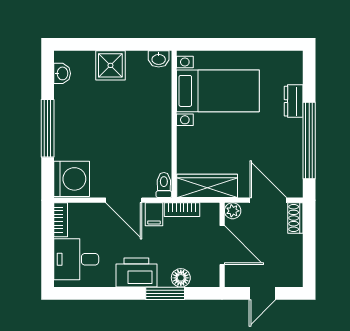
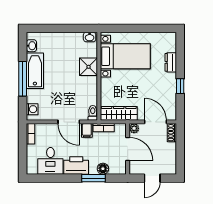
shower: (110, 65) -> (89, 67), moved
bathtub: (68, 115) -> (35, 71), added
window: (309, 141) -> (180, 86), width x0.32
washing machine: (72, 179) -> (32, 109), width x0.53, depth x0.53
desk: (76, 259) -> (50, 161), moved, turned -90

